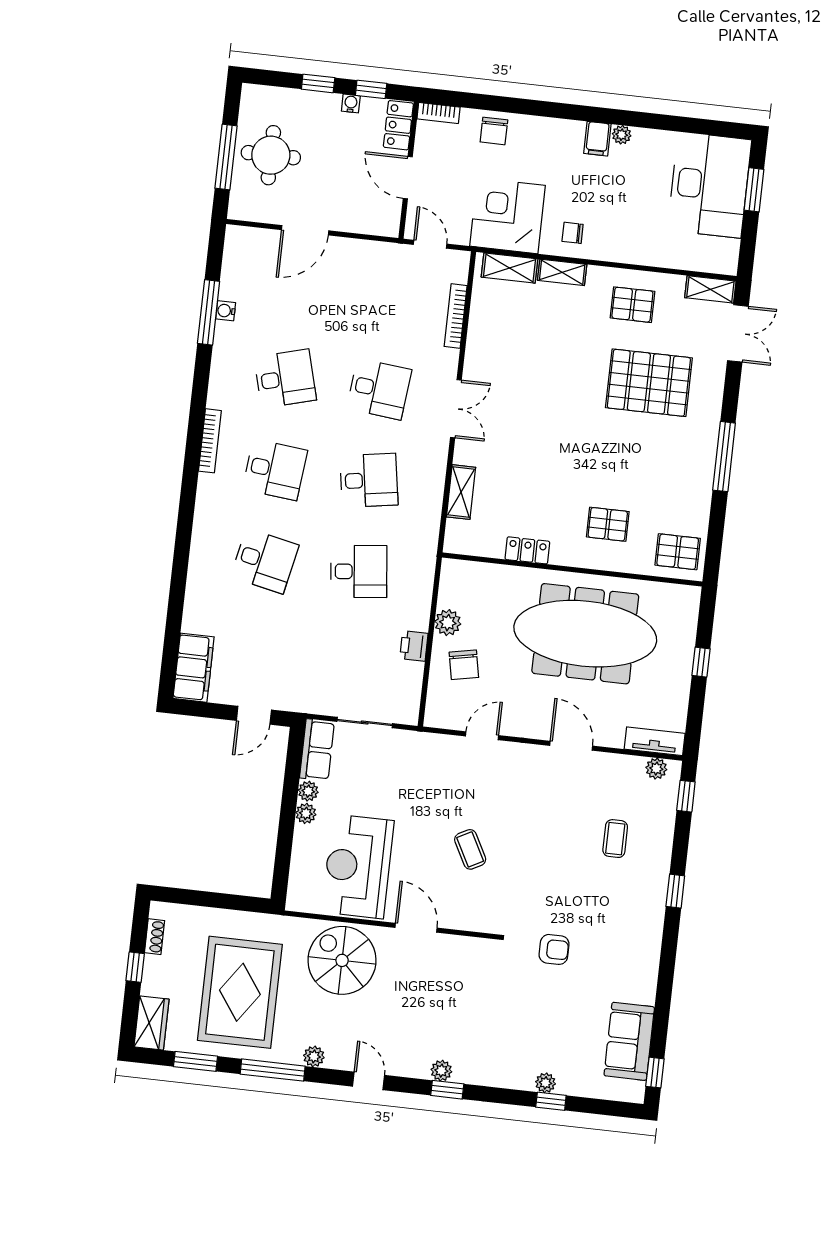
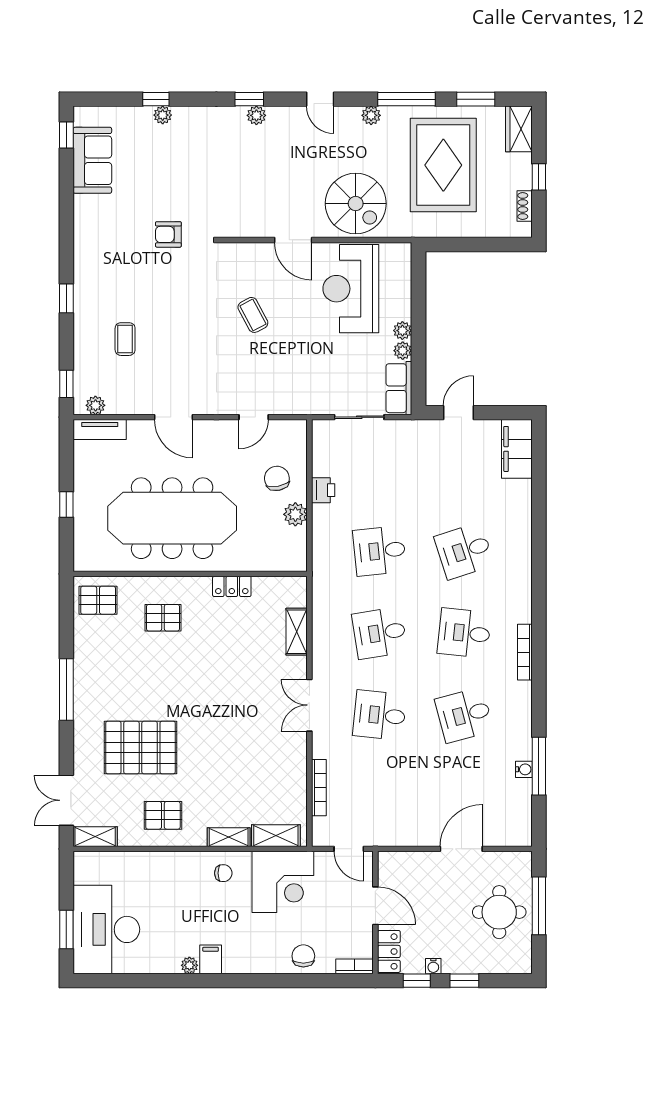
desk: (265, 561) -> (464, 551), turned -30
reception desk: (358, 866) -> (351, 289), turned 180

